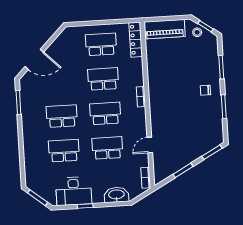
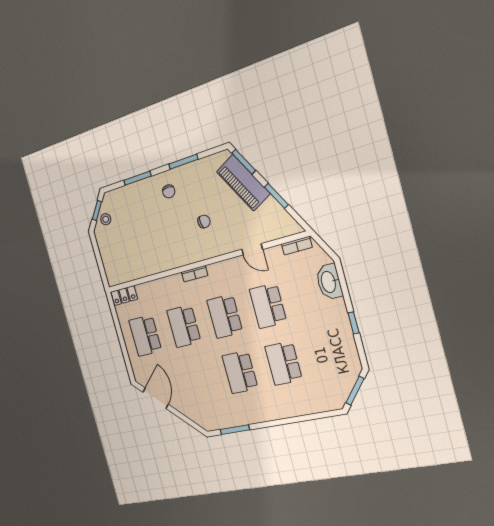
piano: (165, 29) -> (243, 183), moved, turned 151
locker: (136, 40) -> (124, 296), width x0.66
door: (34, 59) -> (156, 398), moved
chair: (177, 113) -> (204, 222), added
desk: (74, 191) -> (336, 342), removed

